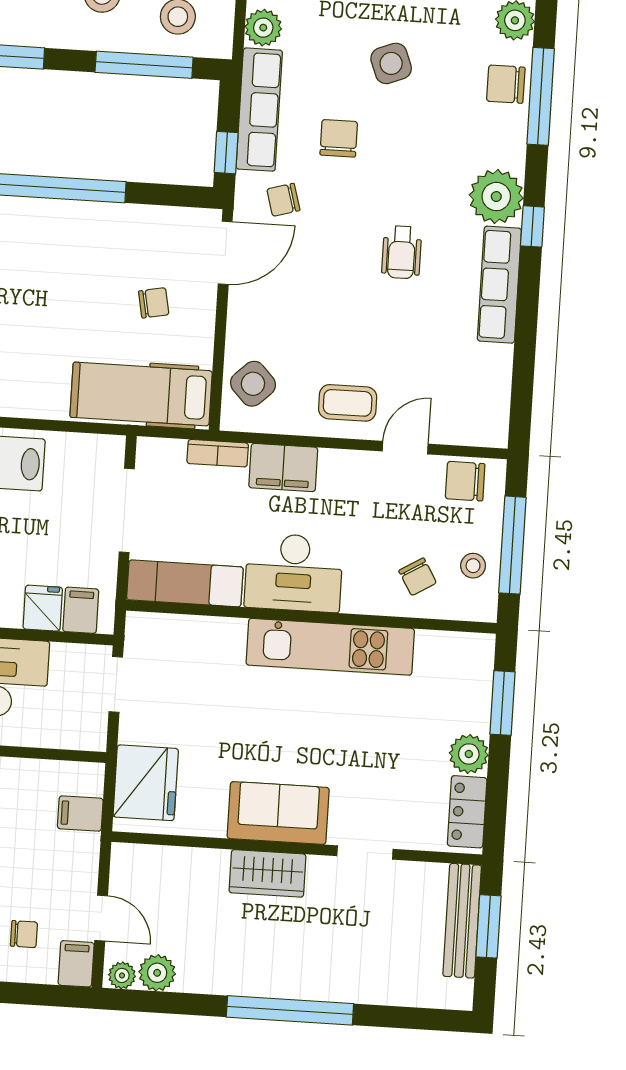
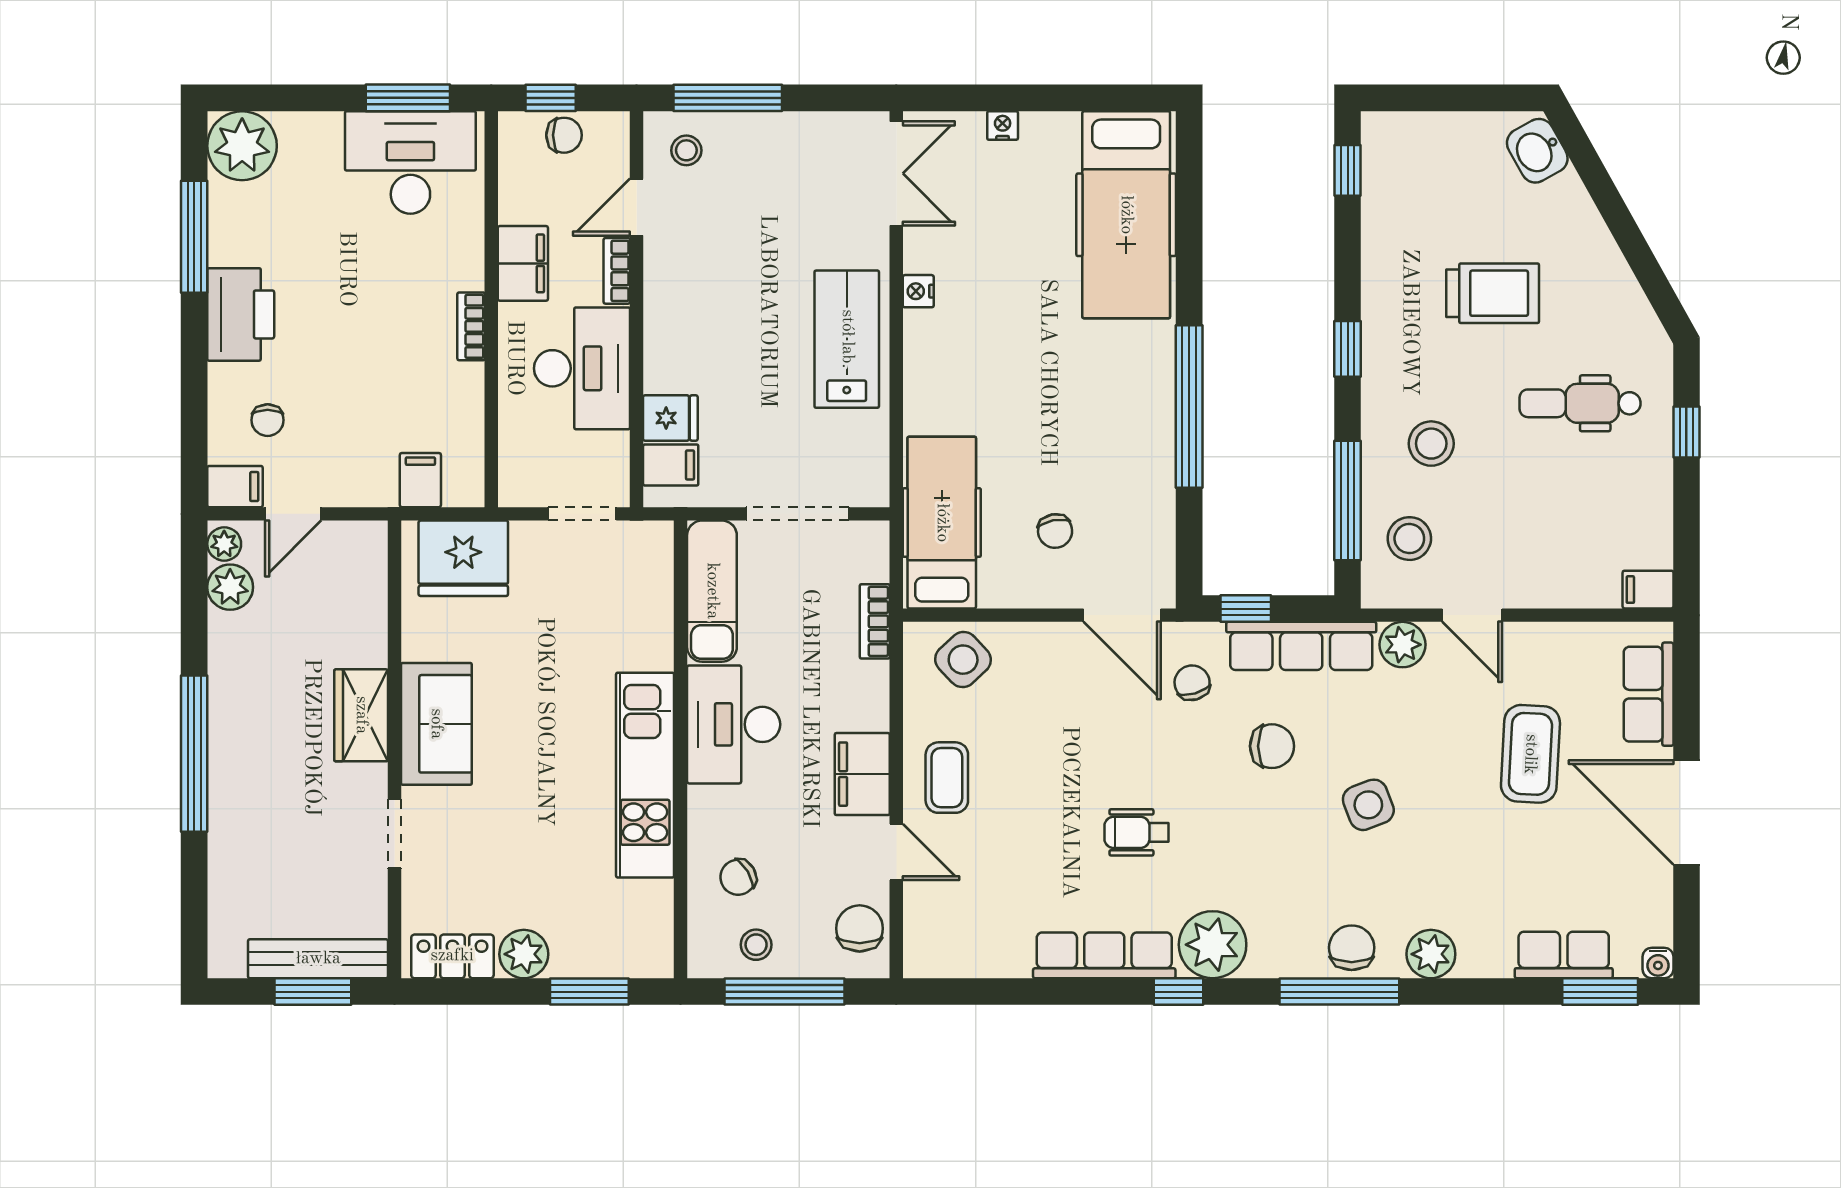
filing cabinet: (283, 468) -> (862, 774), moved

